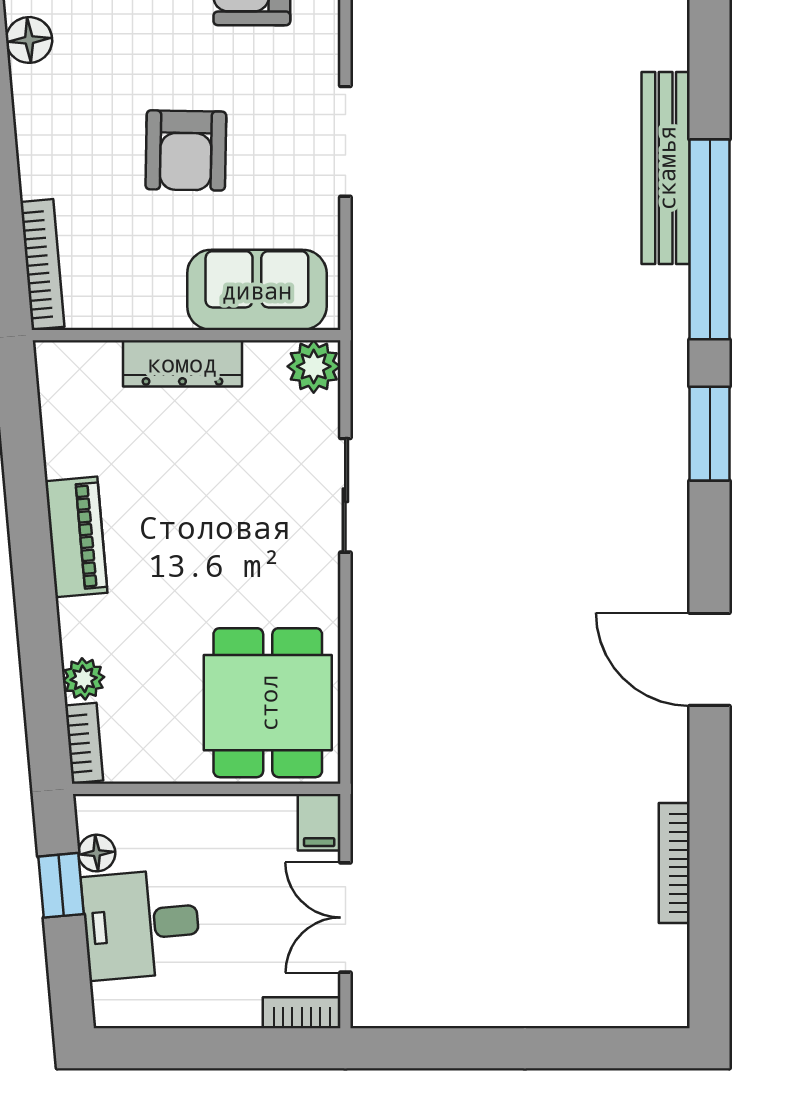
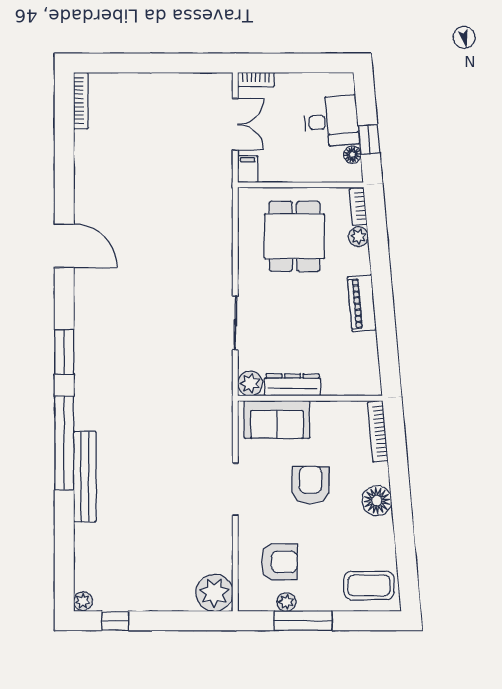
floor lamp: (29, 40) -> (377, 501), moved, width x1.38, depth x1.38
dresser: (182, 363) -> (292, 385), moved
dining table: (268, 703) -> (294, 236), moved
bookcase: (674, 863) -> (81, 101), moved

